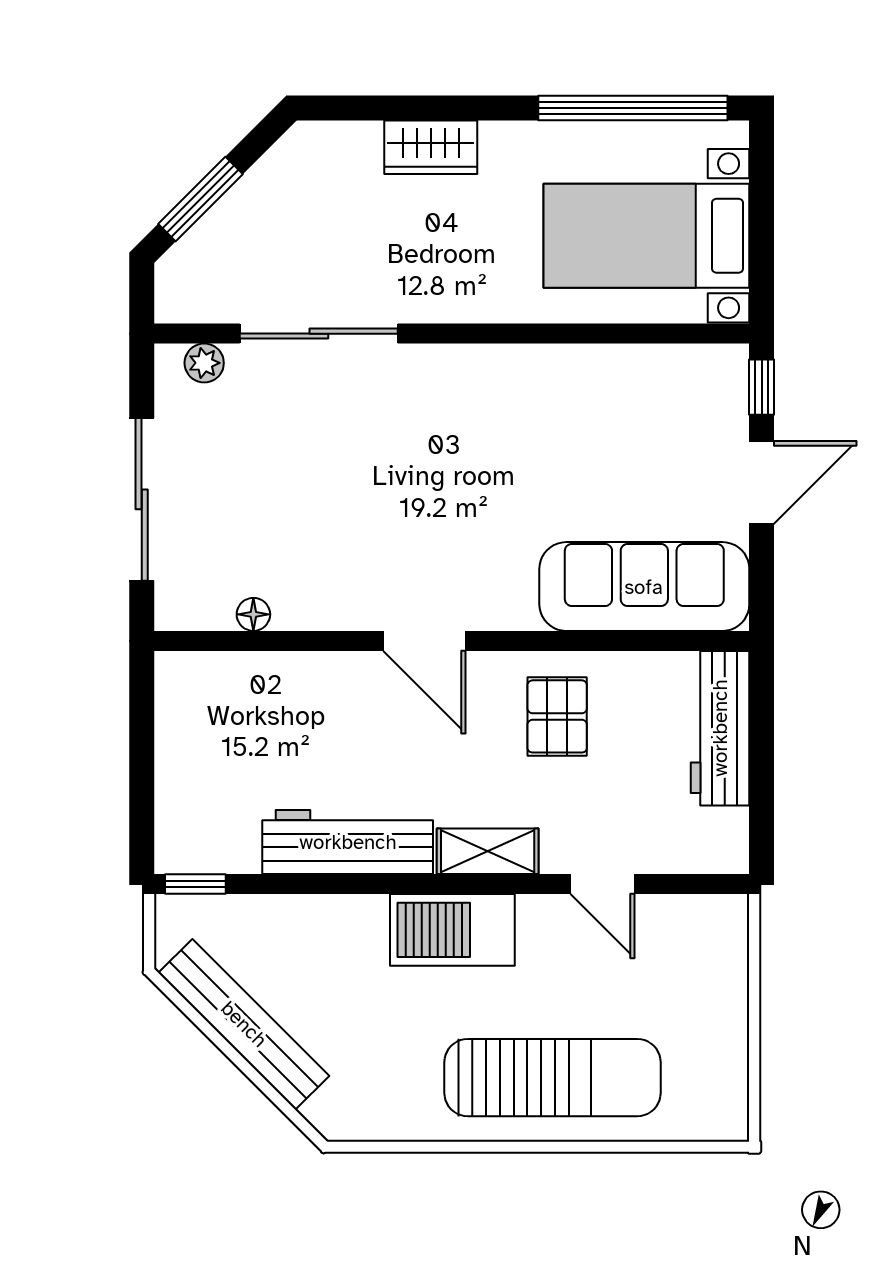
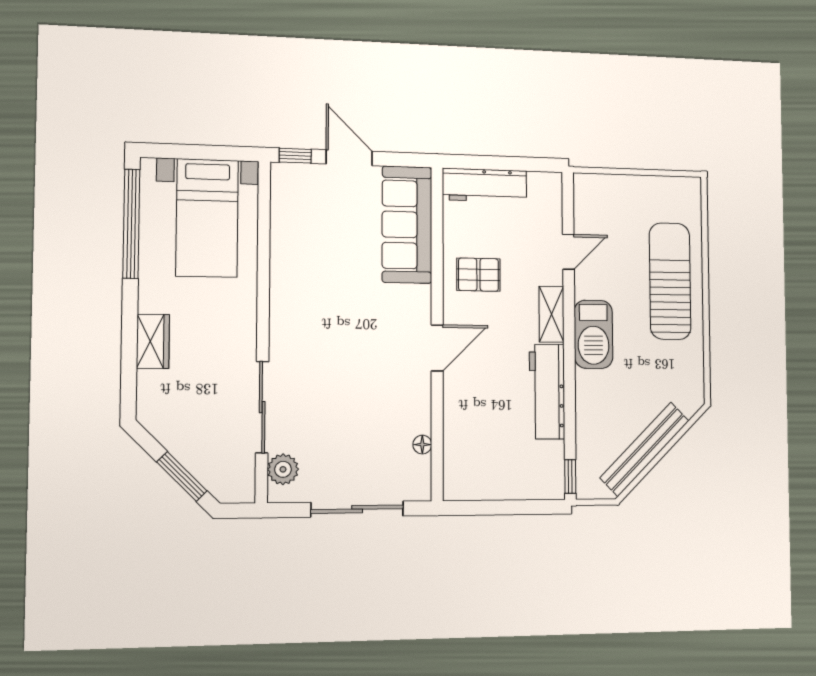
plant: (204, 363) -> (283, 469), width x1.38, depth x1.38

